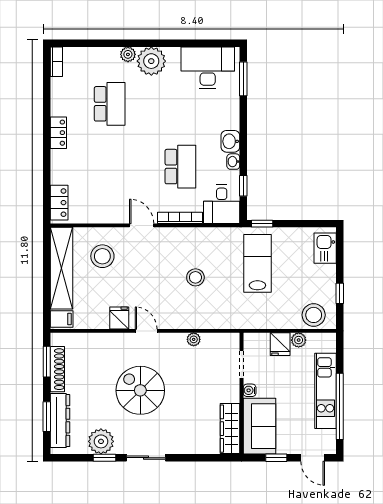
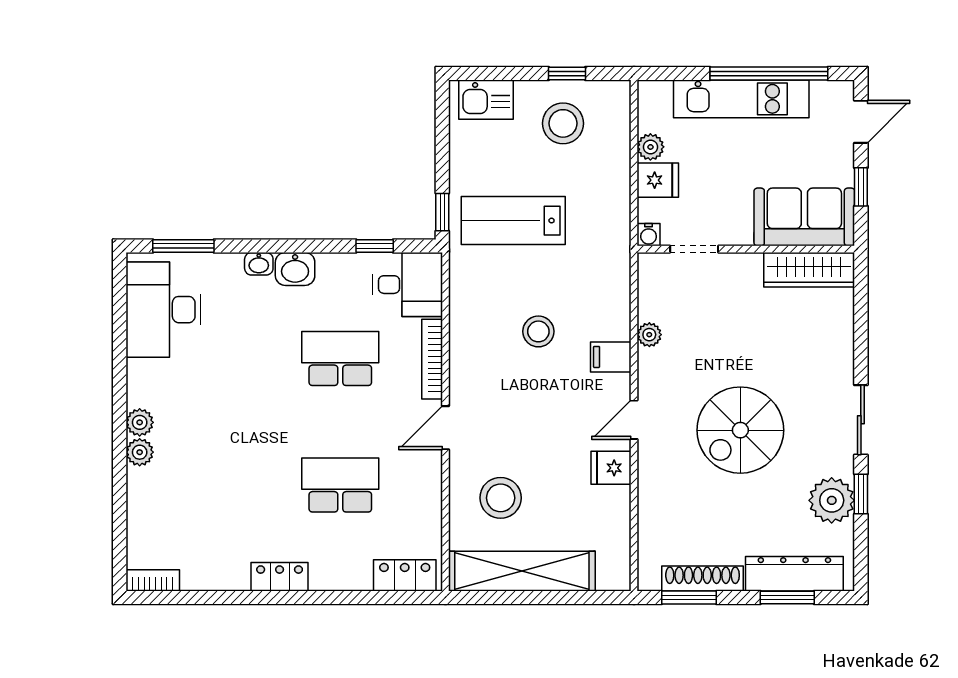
plant: (151, 61) -> (140, 422), width x0.53, depth x0.53
school desk: (110, 104) -> (340, 485), moved
washbasin: (233, 162) -> (259, 264), moved
stool: (314, 315) -> (563, 123), moved
filing cabinet: (62, 319) -> (611, 357), moved, turned -90
water cooler: (250, 390) -> (649, 235), moved

